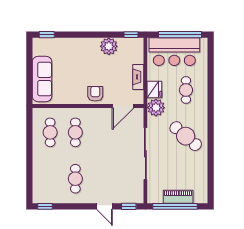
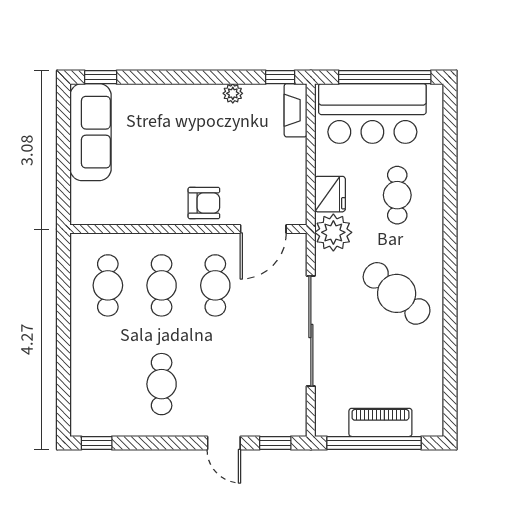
plant: (109, 46) -> (233, 93), width x0.53, depth x0.53
fireplace: (138, 77) -> (296, 110), moved
sofa: (42, 79) -> (91, 132), moved
armchair: (95, 94) -> (204, 203), turned 90
cafe table: (101, 132) -> (215, 285), added

